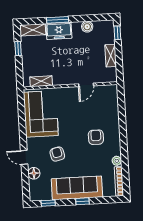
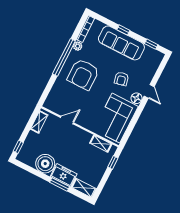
boiler: (87, 27) -> (45, 164), width x1.86, depth x1.86
window: (18, 49) -> (113, 163), moved
shelving: (111, 56) -> (39, 122), moved
armchair: (96, 137) -> (83, 74), width x1.88, depth x1.88
window: (124, 143) -> (64, 57), added
floor lamp: (34, 173) -> (137, 98), moved

